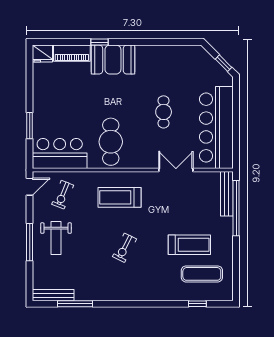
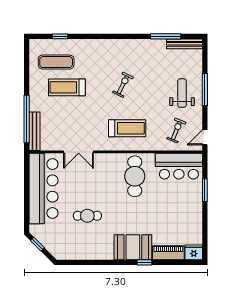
cafe table: (164, 112) -> (87, 216), moved, turned 90

